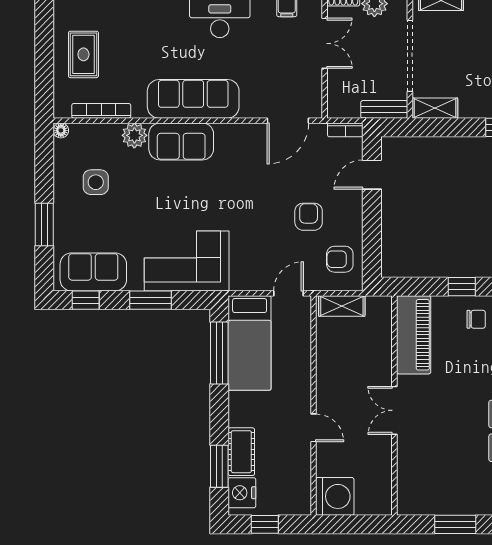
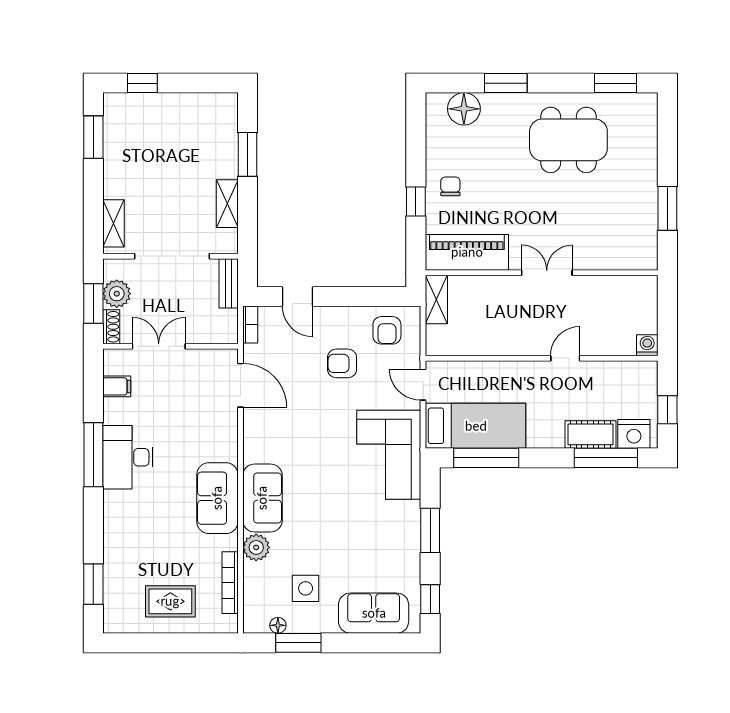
sofa: (193, 99) -> (217, 498), width x0.73
shelving: (435, 108) -> (227, 204), moved
floor lamp: (61, 130) -> (278, 625), moved
window: (44, 225) -> (298, 643), moved
corner sofa: (187, 261) -> (389, 455), moved
sofa: (93, 272) -> (374, 613), moved, turned 90
shelving: (342, 306) -> (436, 300), moved
double door: (394, 410) -> (547, 273), swing flipped
window: (219, 466) -> (606, 458), width x1.44
washing machine: (335, 496) -> (647, 345), width x0.53, depth x0.53

